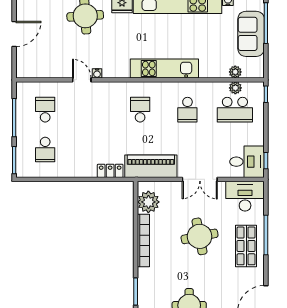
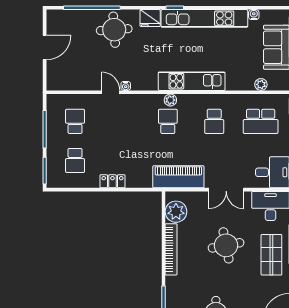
plant: (235, 88) -> (170, 100), moved
locker: (110, 171) -> (112, 181), moved

